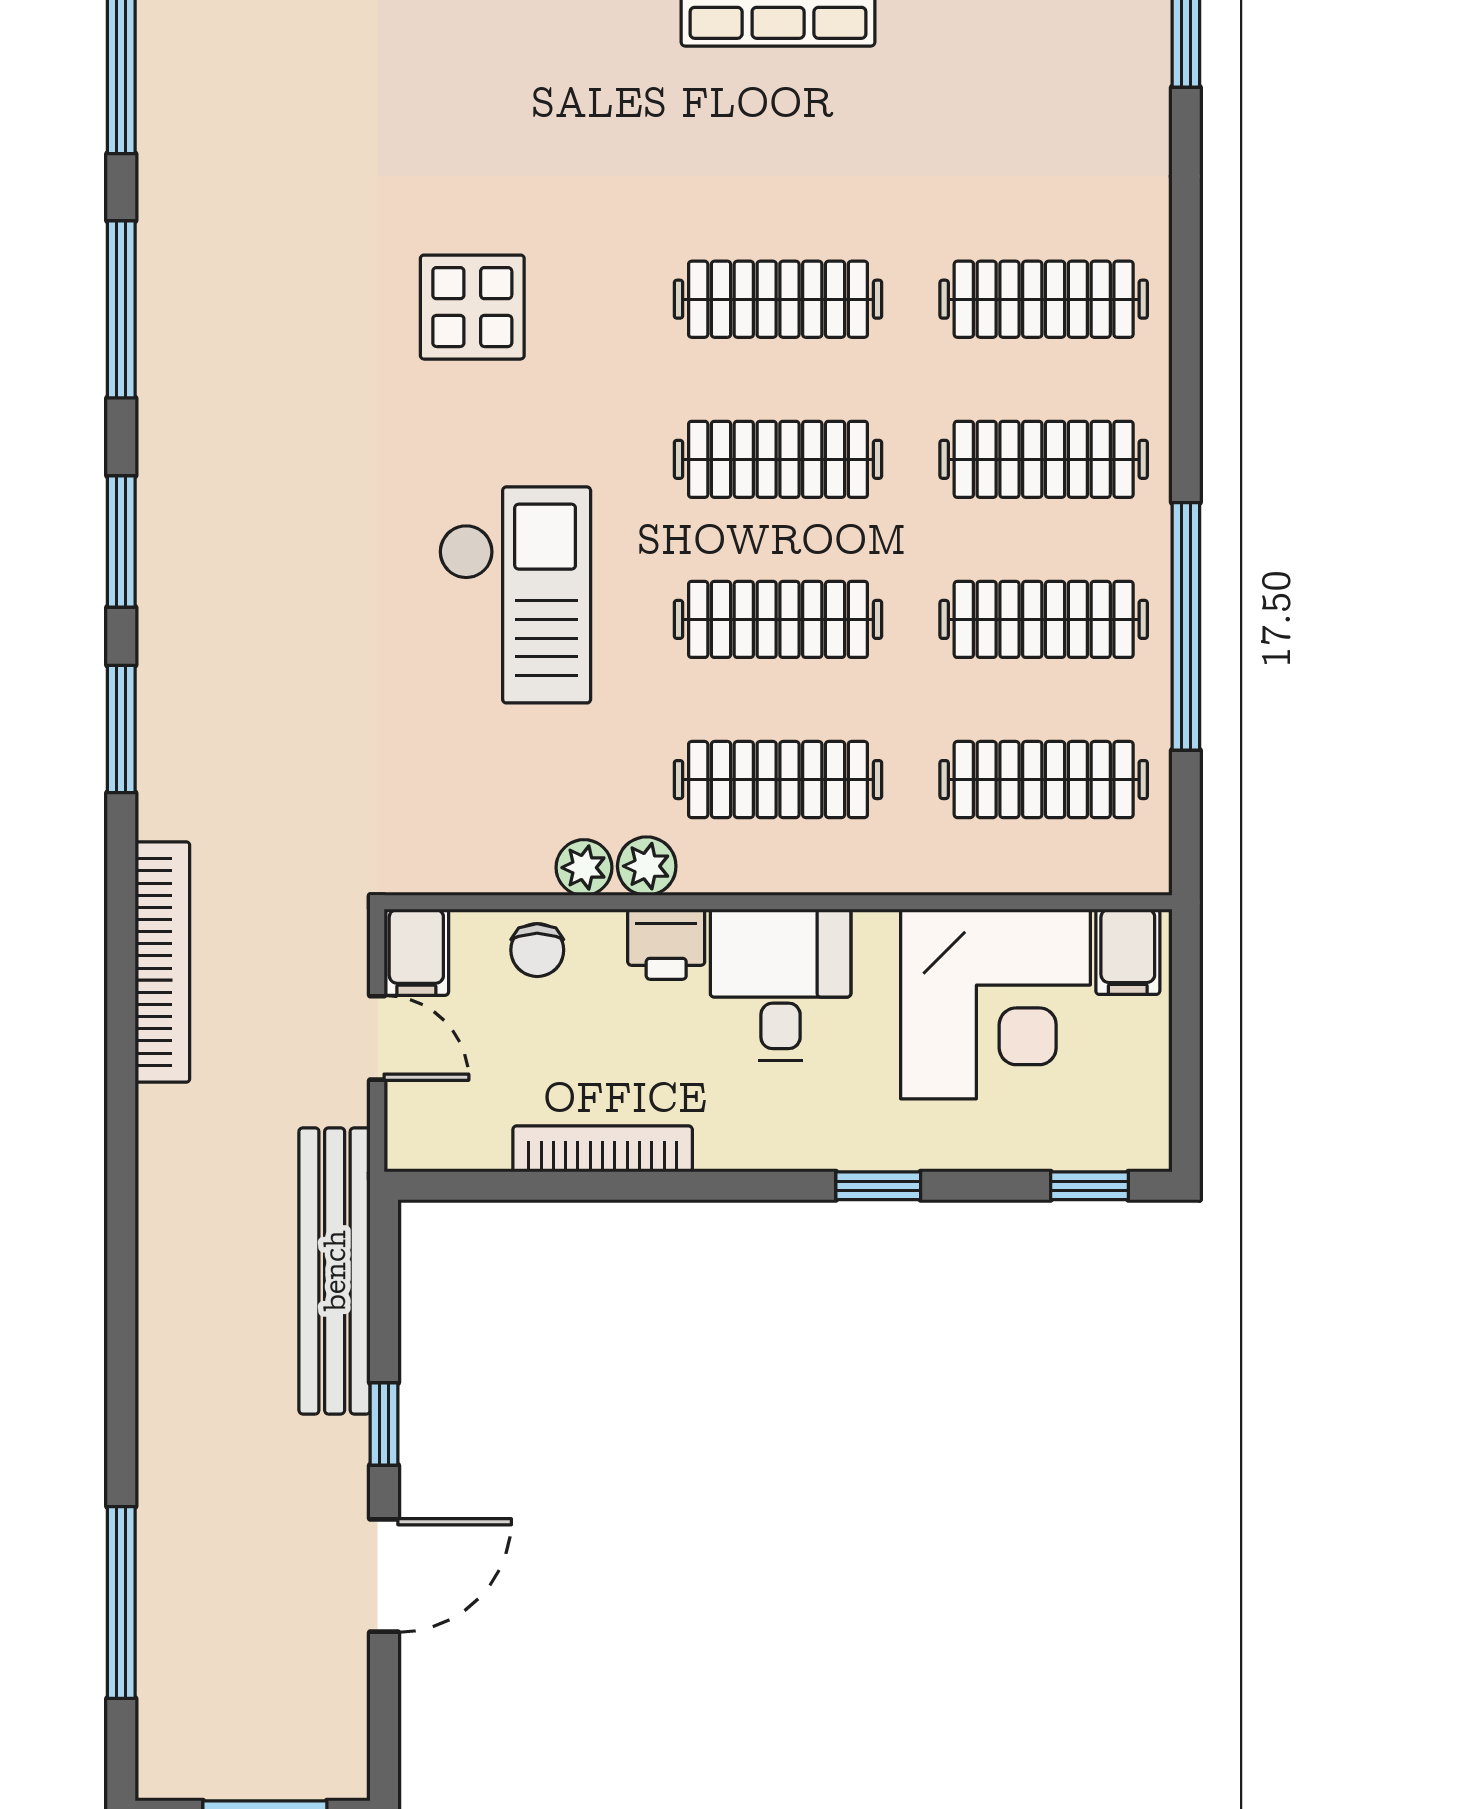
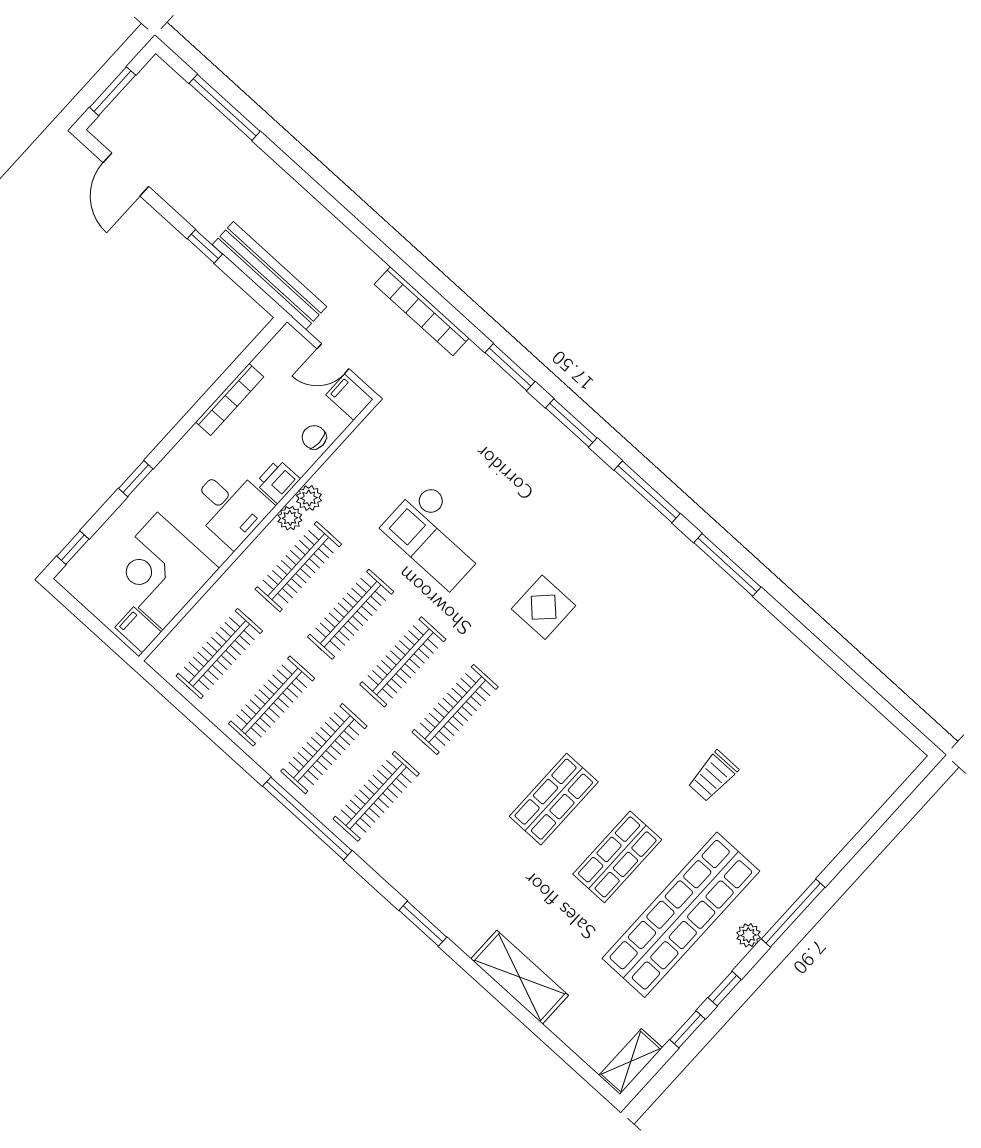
window: (1186, 626) -> (307, 818), moved
plant: (584, 868) -> (290, 518), moved
door: (384, 1575) -> (126, 174), moved

